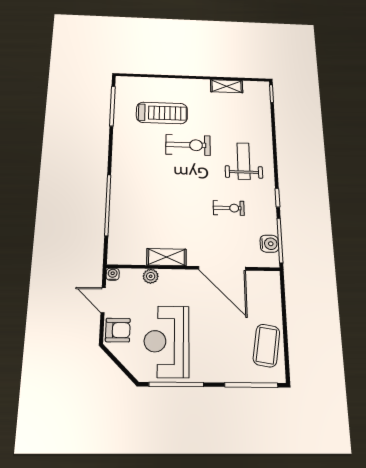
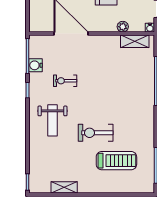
treadmill: (162, 113) -> (116, 161), turned 180
water cooler: (269, 244) -> (36, 65), moved
shelving: (166, 257) -> (135, 41), moved

